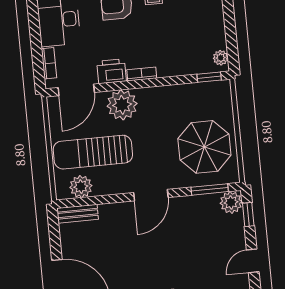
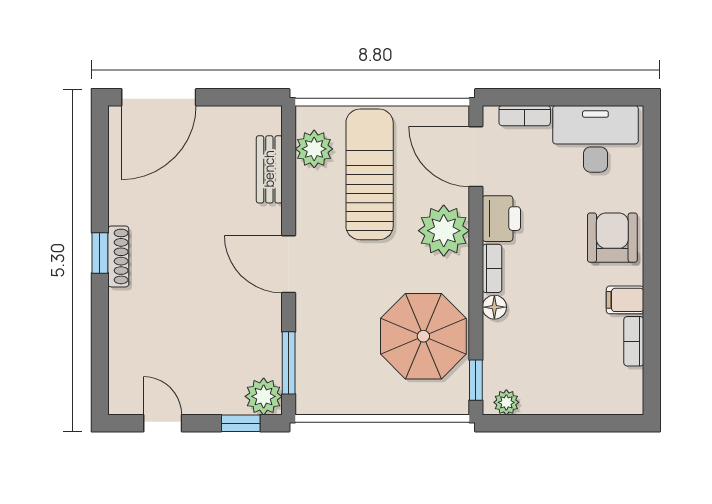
floor lamp: (165, 70) -> (494, 307), added
parasol: (204, 147) -> (423, 336), moved
bench: (78, 214) -> (269, 169), moved

